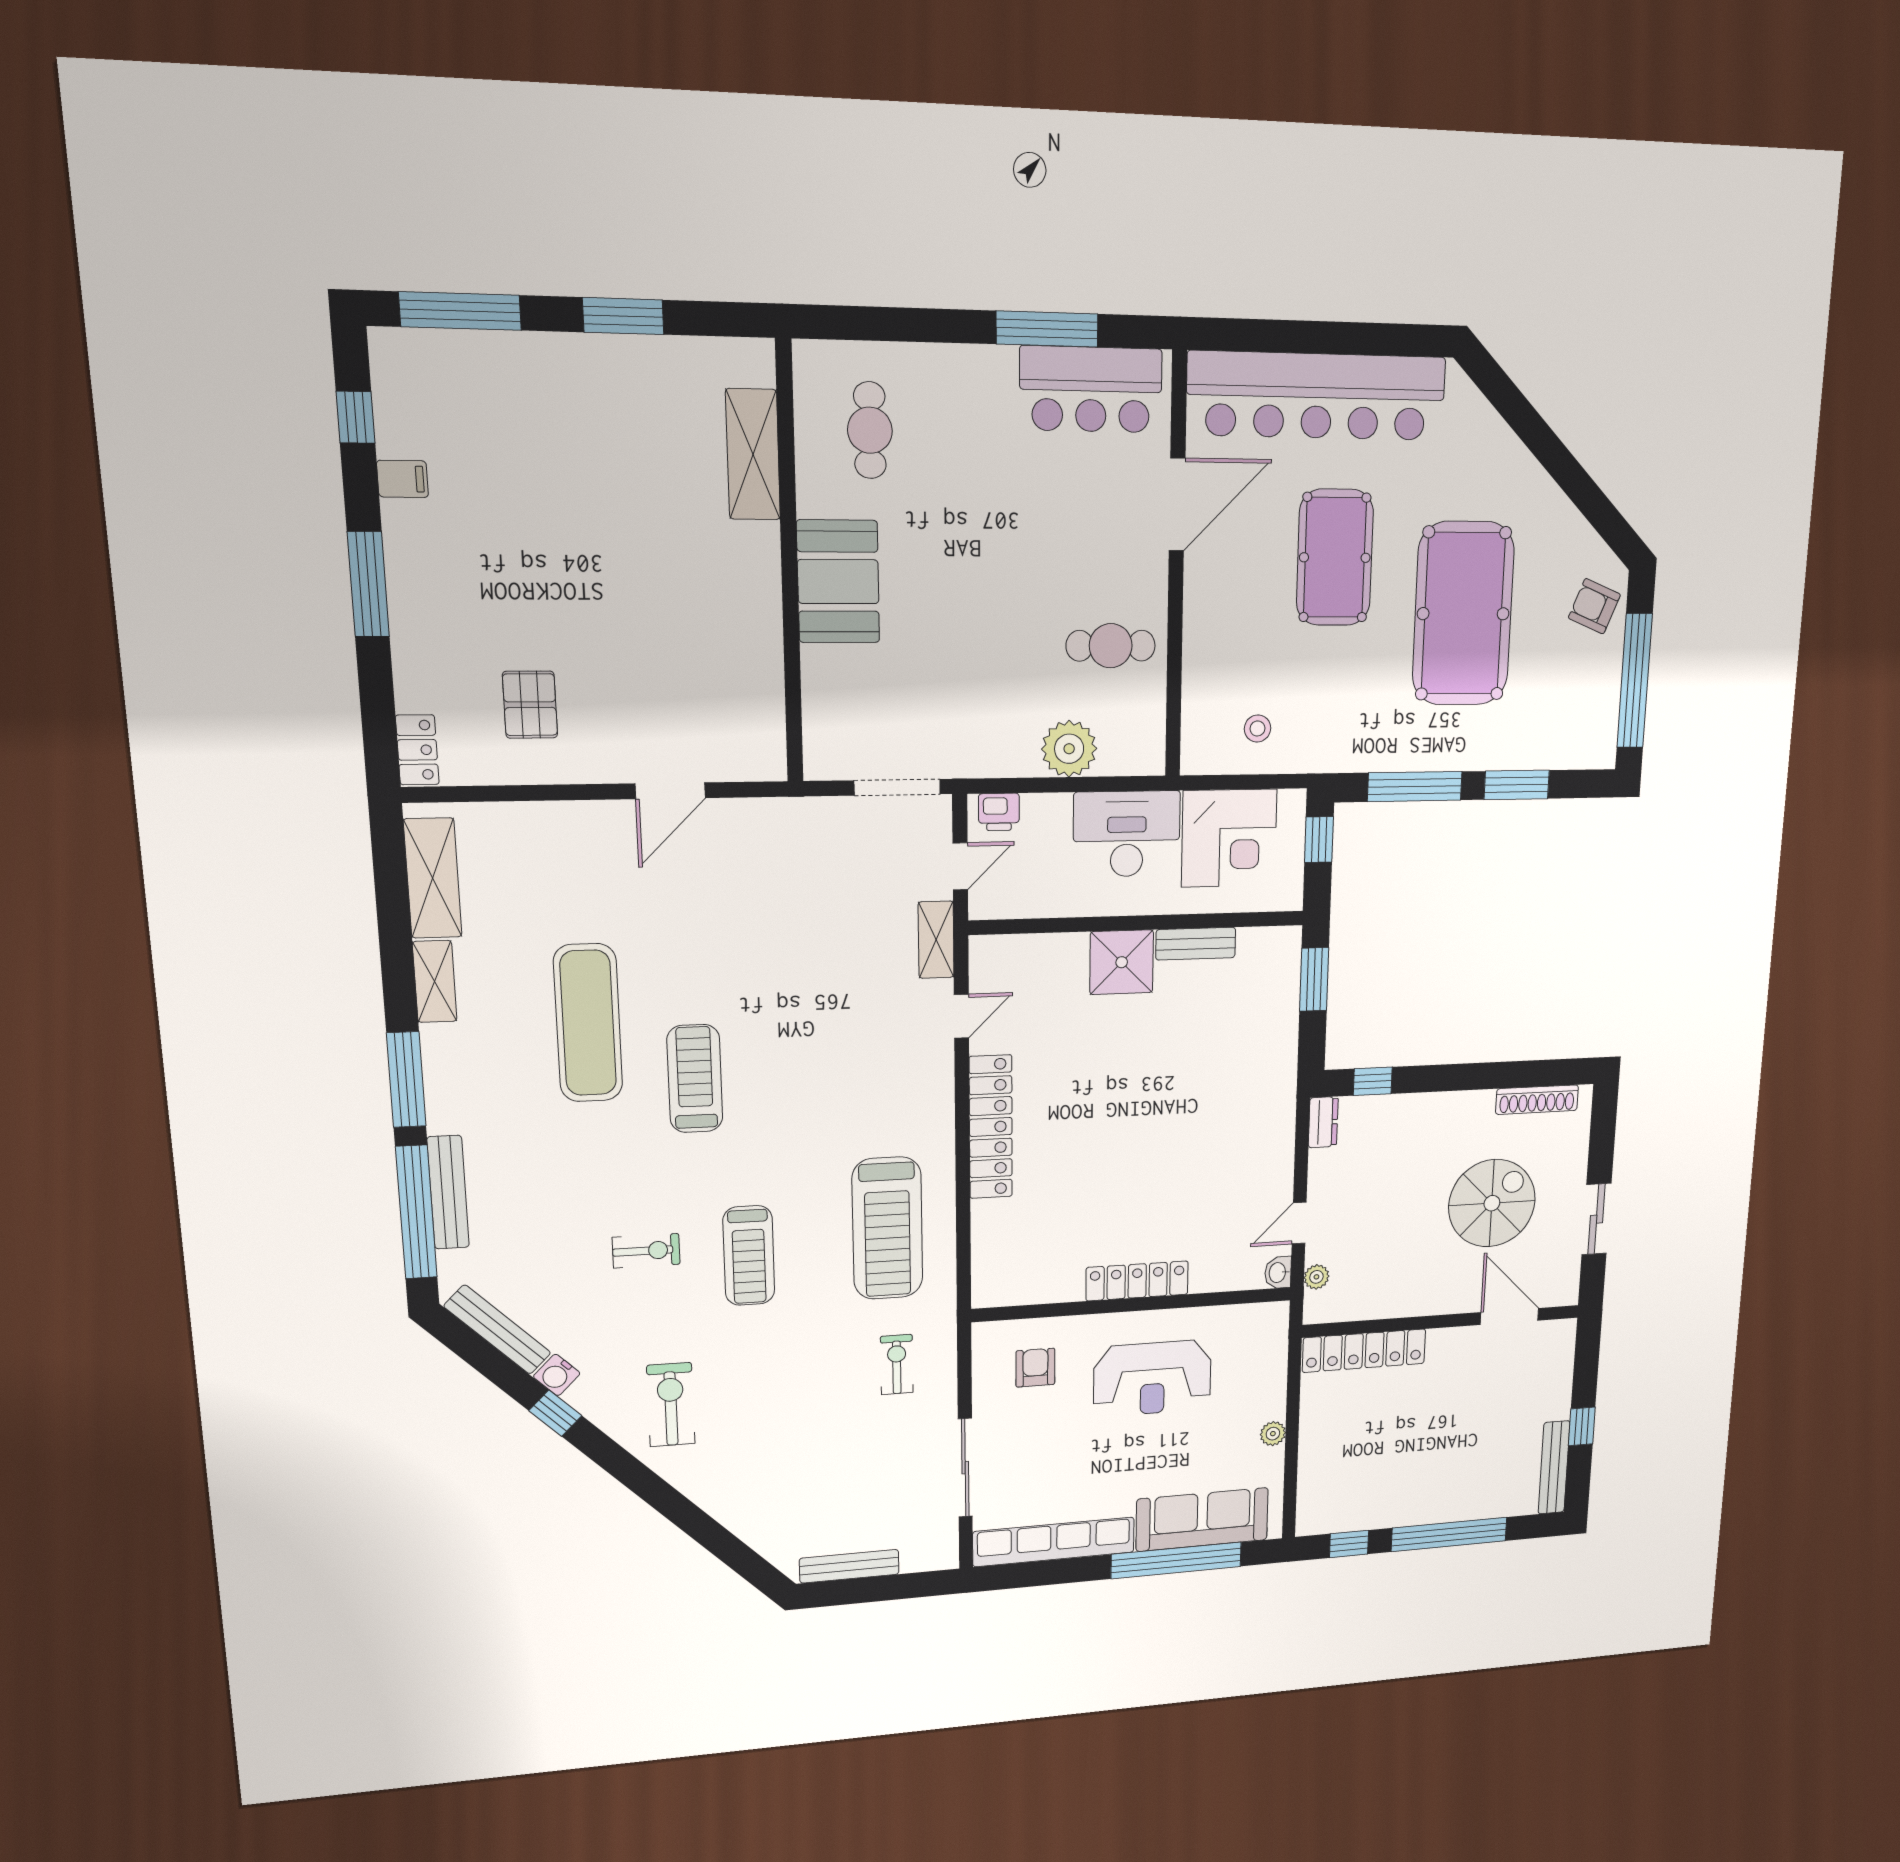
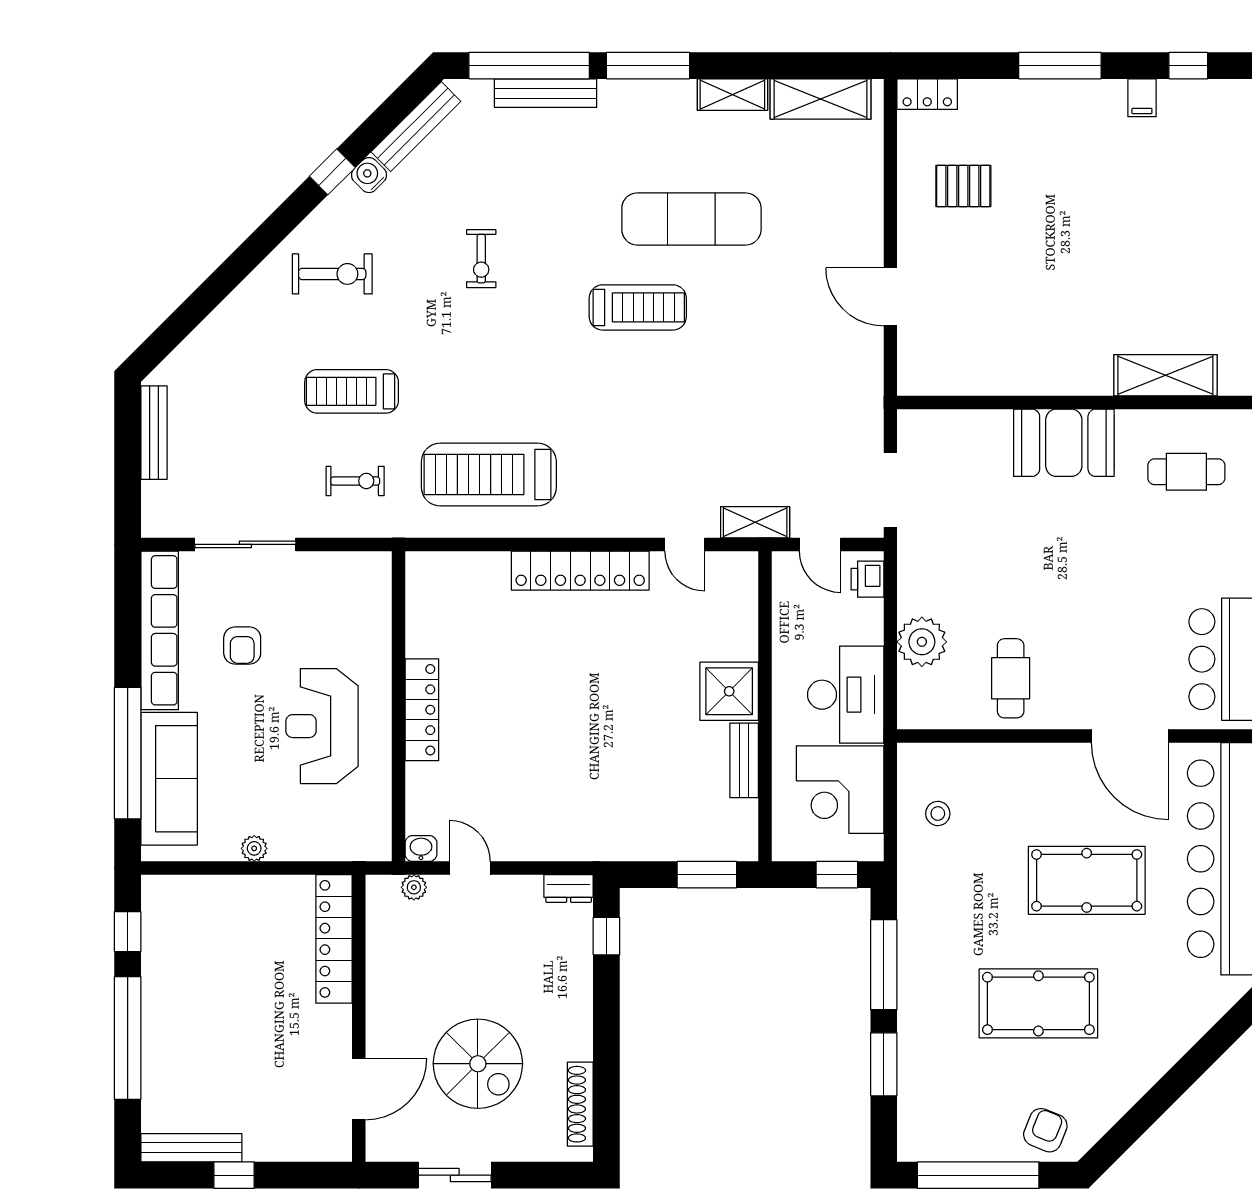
pool table: (1463, 614) -> (1038, 1003), width x0.73, depth x0.76
treadmill: (749, 1256) -> (352, 391), moved
armchair: (1035, 1368) -> (242, 645), moved, turned 90

